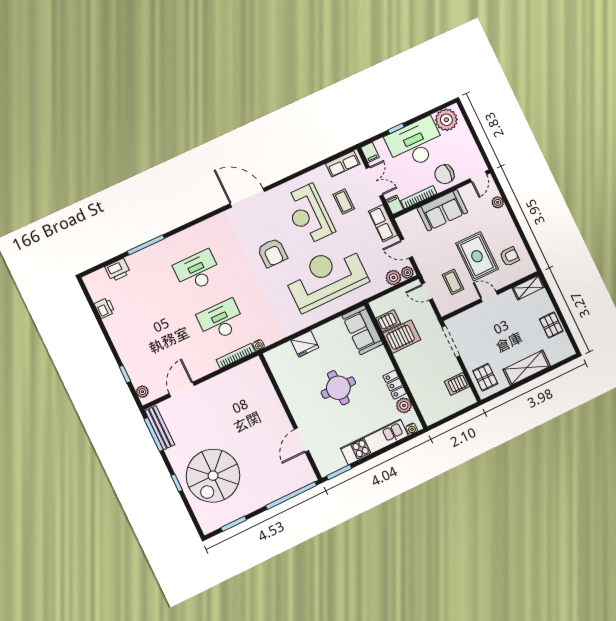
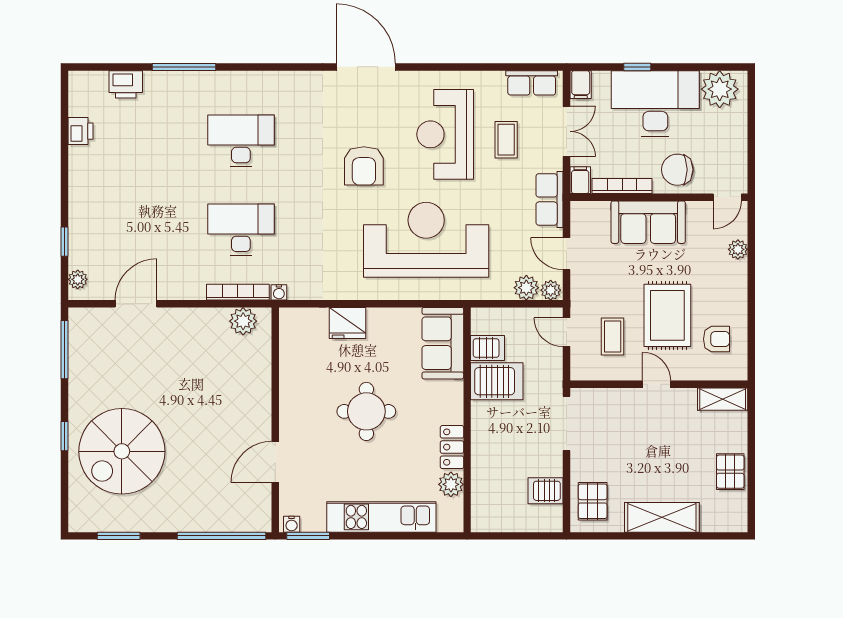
plant: (246, 371) -> (243, 321), added
bench: (160, 428) -> (78, 344), removed
water cooler: (412, 429) -> (292, 524), moved

